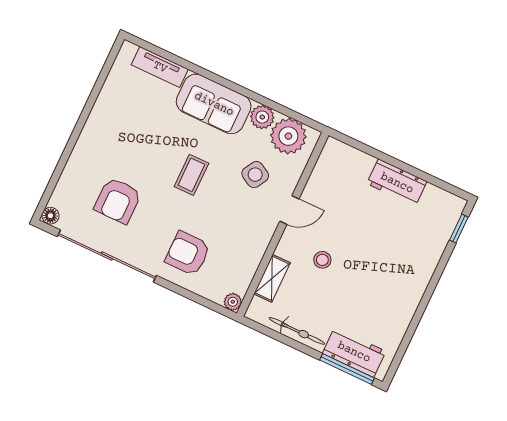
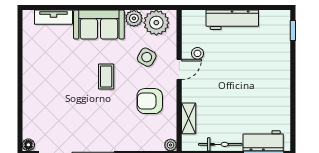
workbench: (397, 183) -> (232, 20), width x1.38
armchair: (118, 201) -> (67, 115), removed
armchair: (188, 253) -> (150, 101), moved
stool: (322, 260) -> (197, 53), moved

